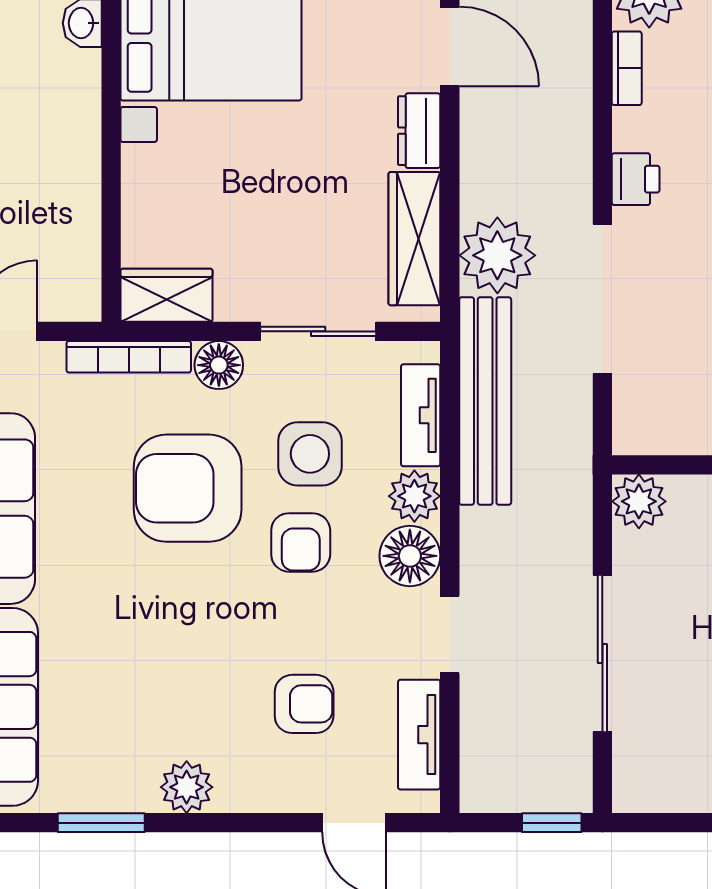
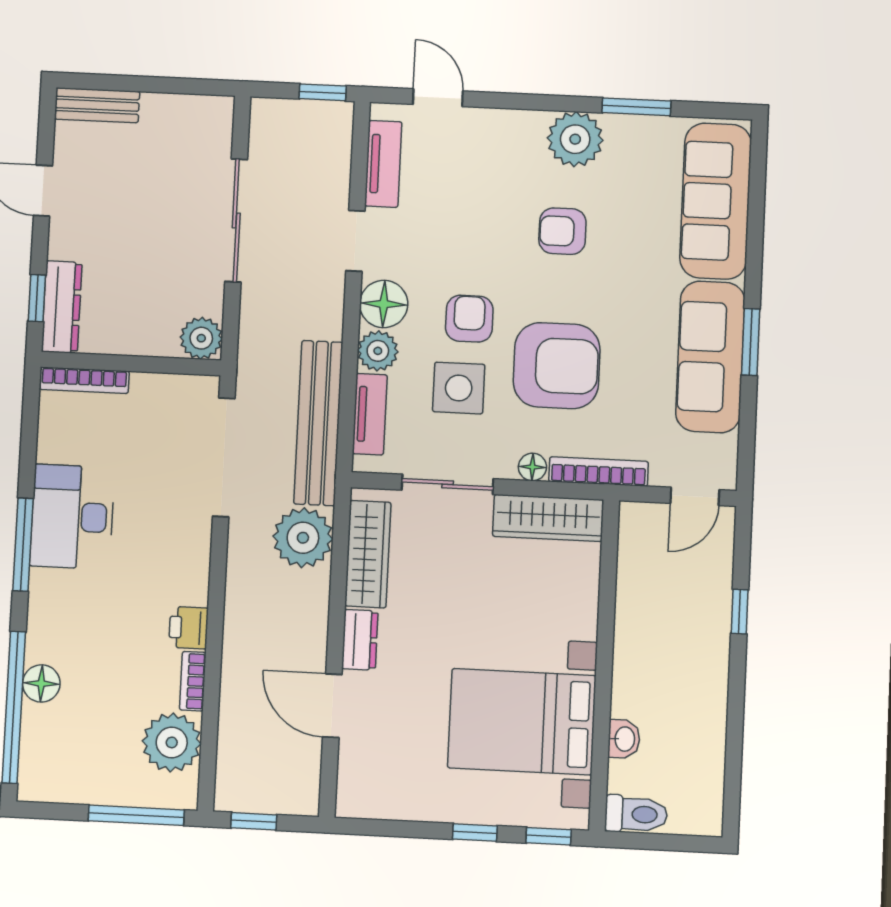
printer: (636, 179) -> (189, 628), moved
wardrobe: (167, 295) -> (548, 518), width x1.50
doorway: (602, 299) -> (224, 457), moved
floor lamp: (219, 365) -> (532, 467), width x0.73, depth x0.73
armchair: (304, 704) -> (562, 231), moved
plant: (187, 787) -> (575, 139), width x1.36, depth x1.36
window: (552, 823) -> (323, 92), moved

